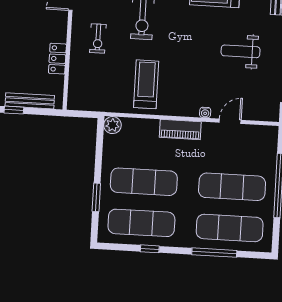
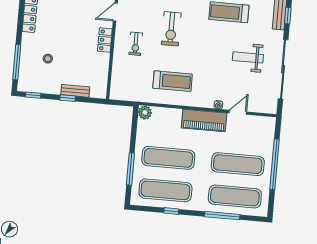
locker: (57, 59) -> (105, 40), moved
treadmill: (146, 84) -> (173, 81), turned 90
bench: (30, 101) -> (75, 91), width x0.73
piano: (180, 129) -> (204, 120), width x1.37, depth x1.33
window: (96, 197) -> (130, 169), width x1.44

